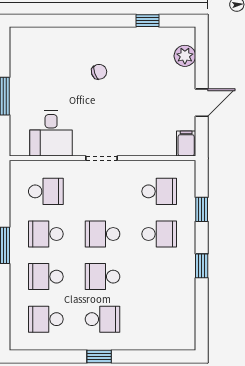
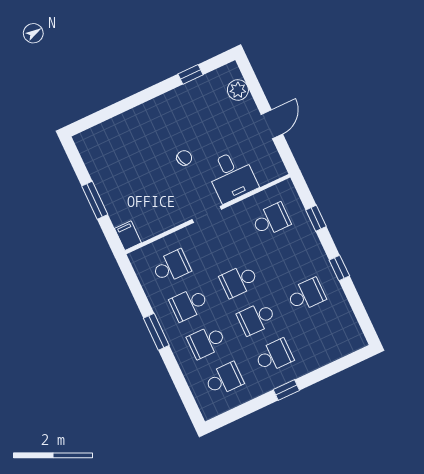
chair: (99, 72) -> (184, 158), moved
desk: (51, 133) -> (232, 176), moved
filing cabinet: (186, 144) -> (128, 236), moved
school desk: (159, 234) -> (306, 295), moved
school desk: (46, 319) -> (224, 379), turned 180

